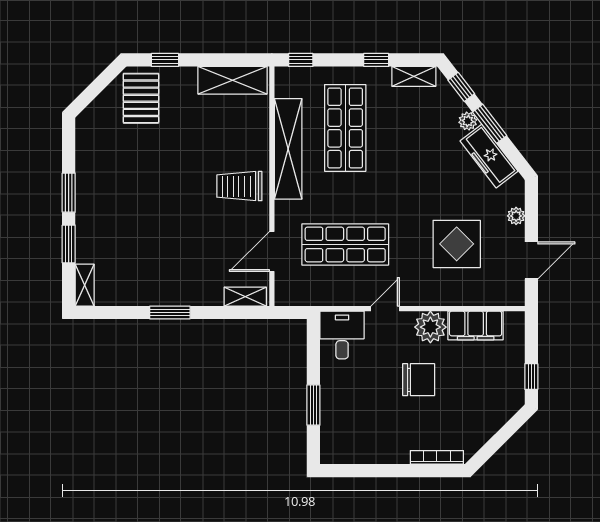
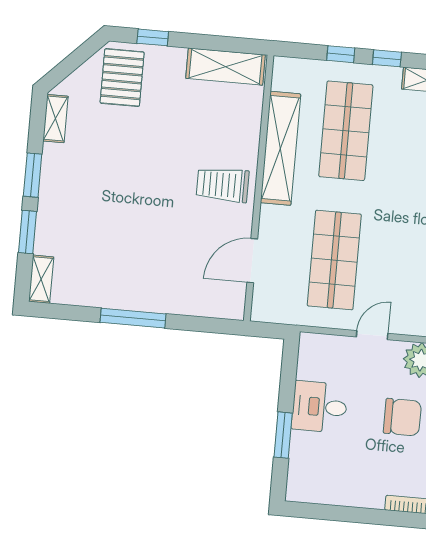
window: (301, 60) -> (341, 54), moved
shop shelf: (345, 244) -> (334, 260), turned 90
shelving: (245, 297) -> (56, 119), moved, turned 90
window: (170, 312) -> (133, 318), width x1.44
desk: (342, 335) -> (320, 407), moved, turned -90

